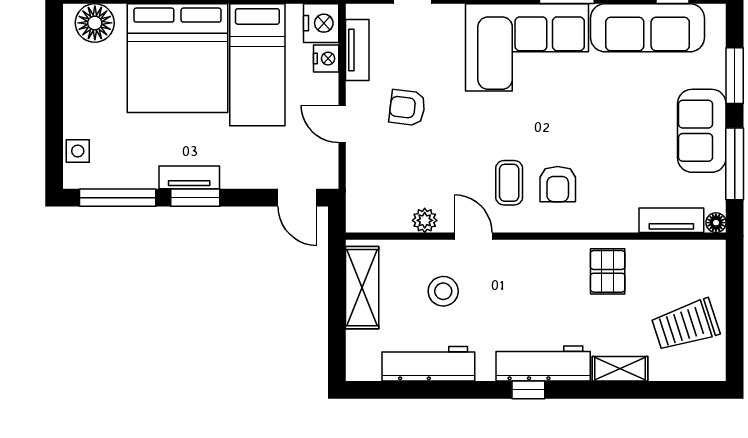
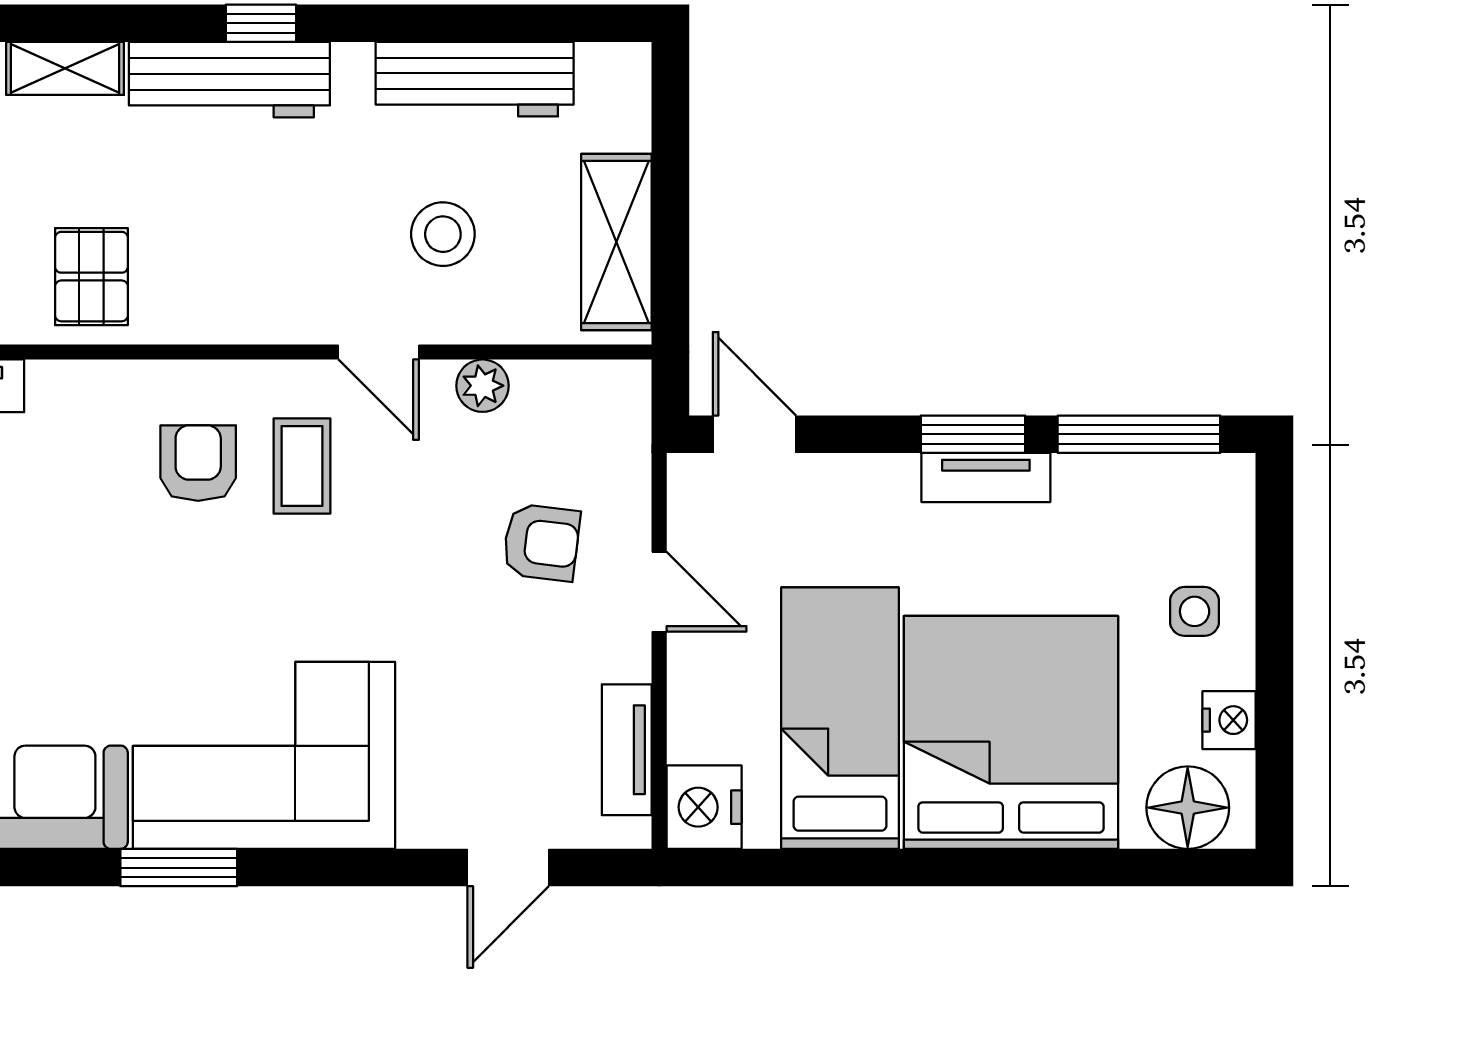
nightstand: (326, 59) -> (1229, 720), moved, turned 180
armchair: (407, 108) -> (541, 542), moved
side table: (78, 151) -> (1195, 611), moved

